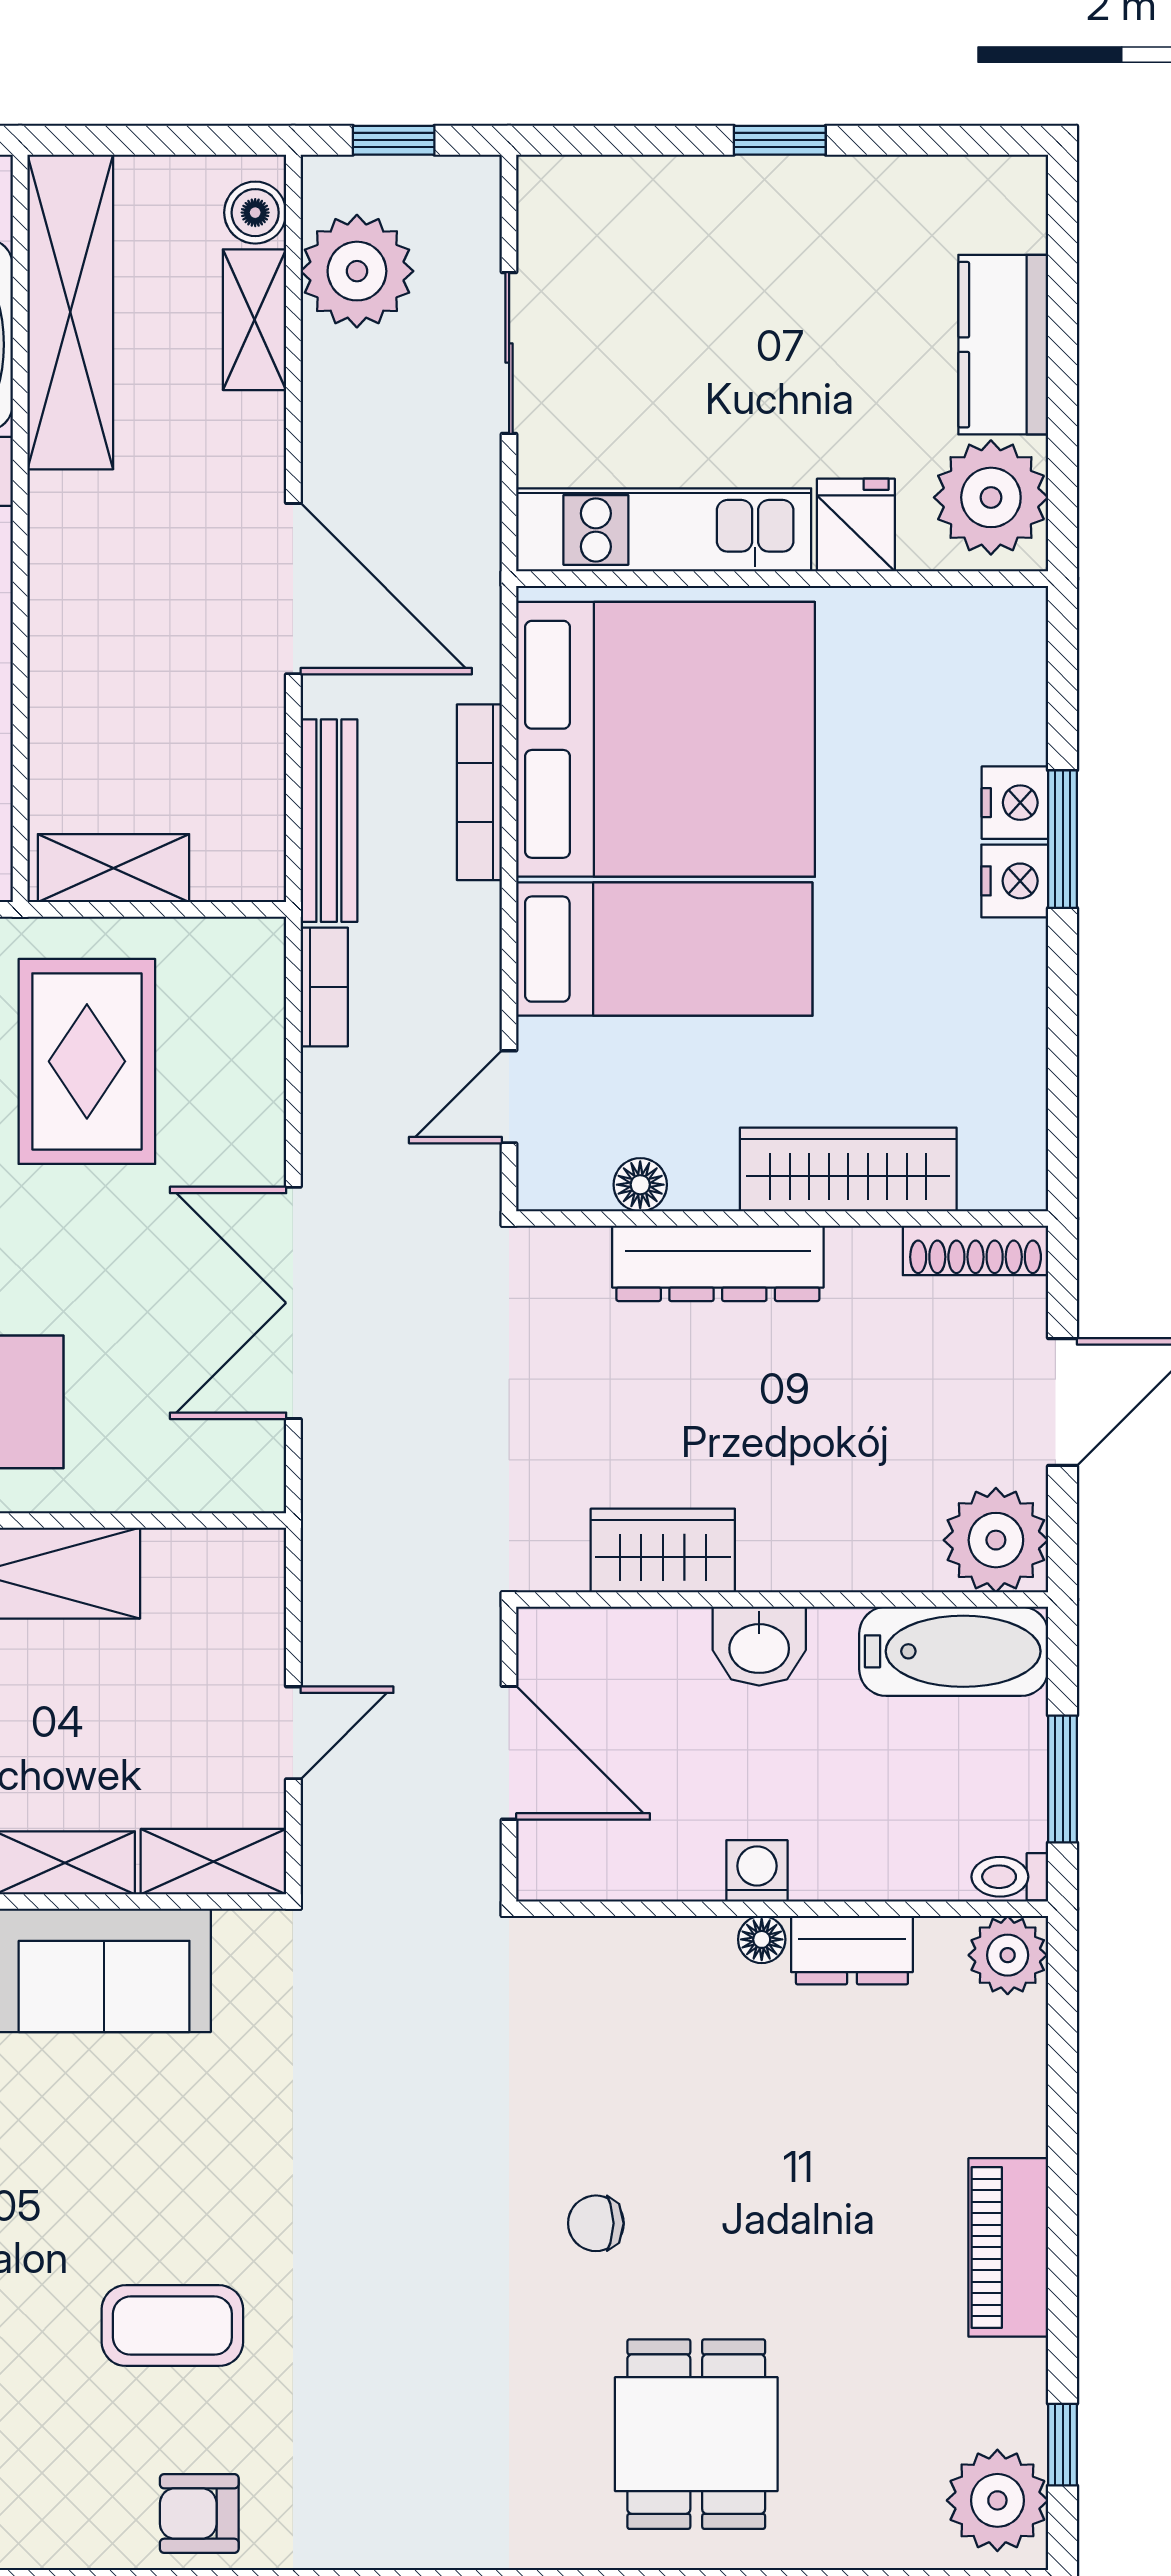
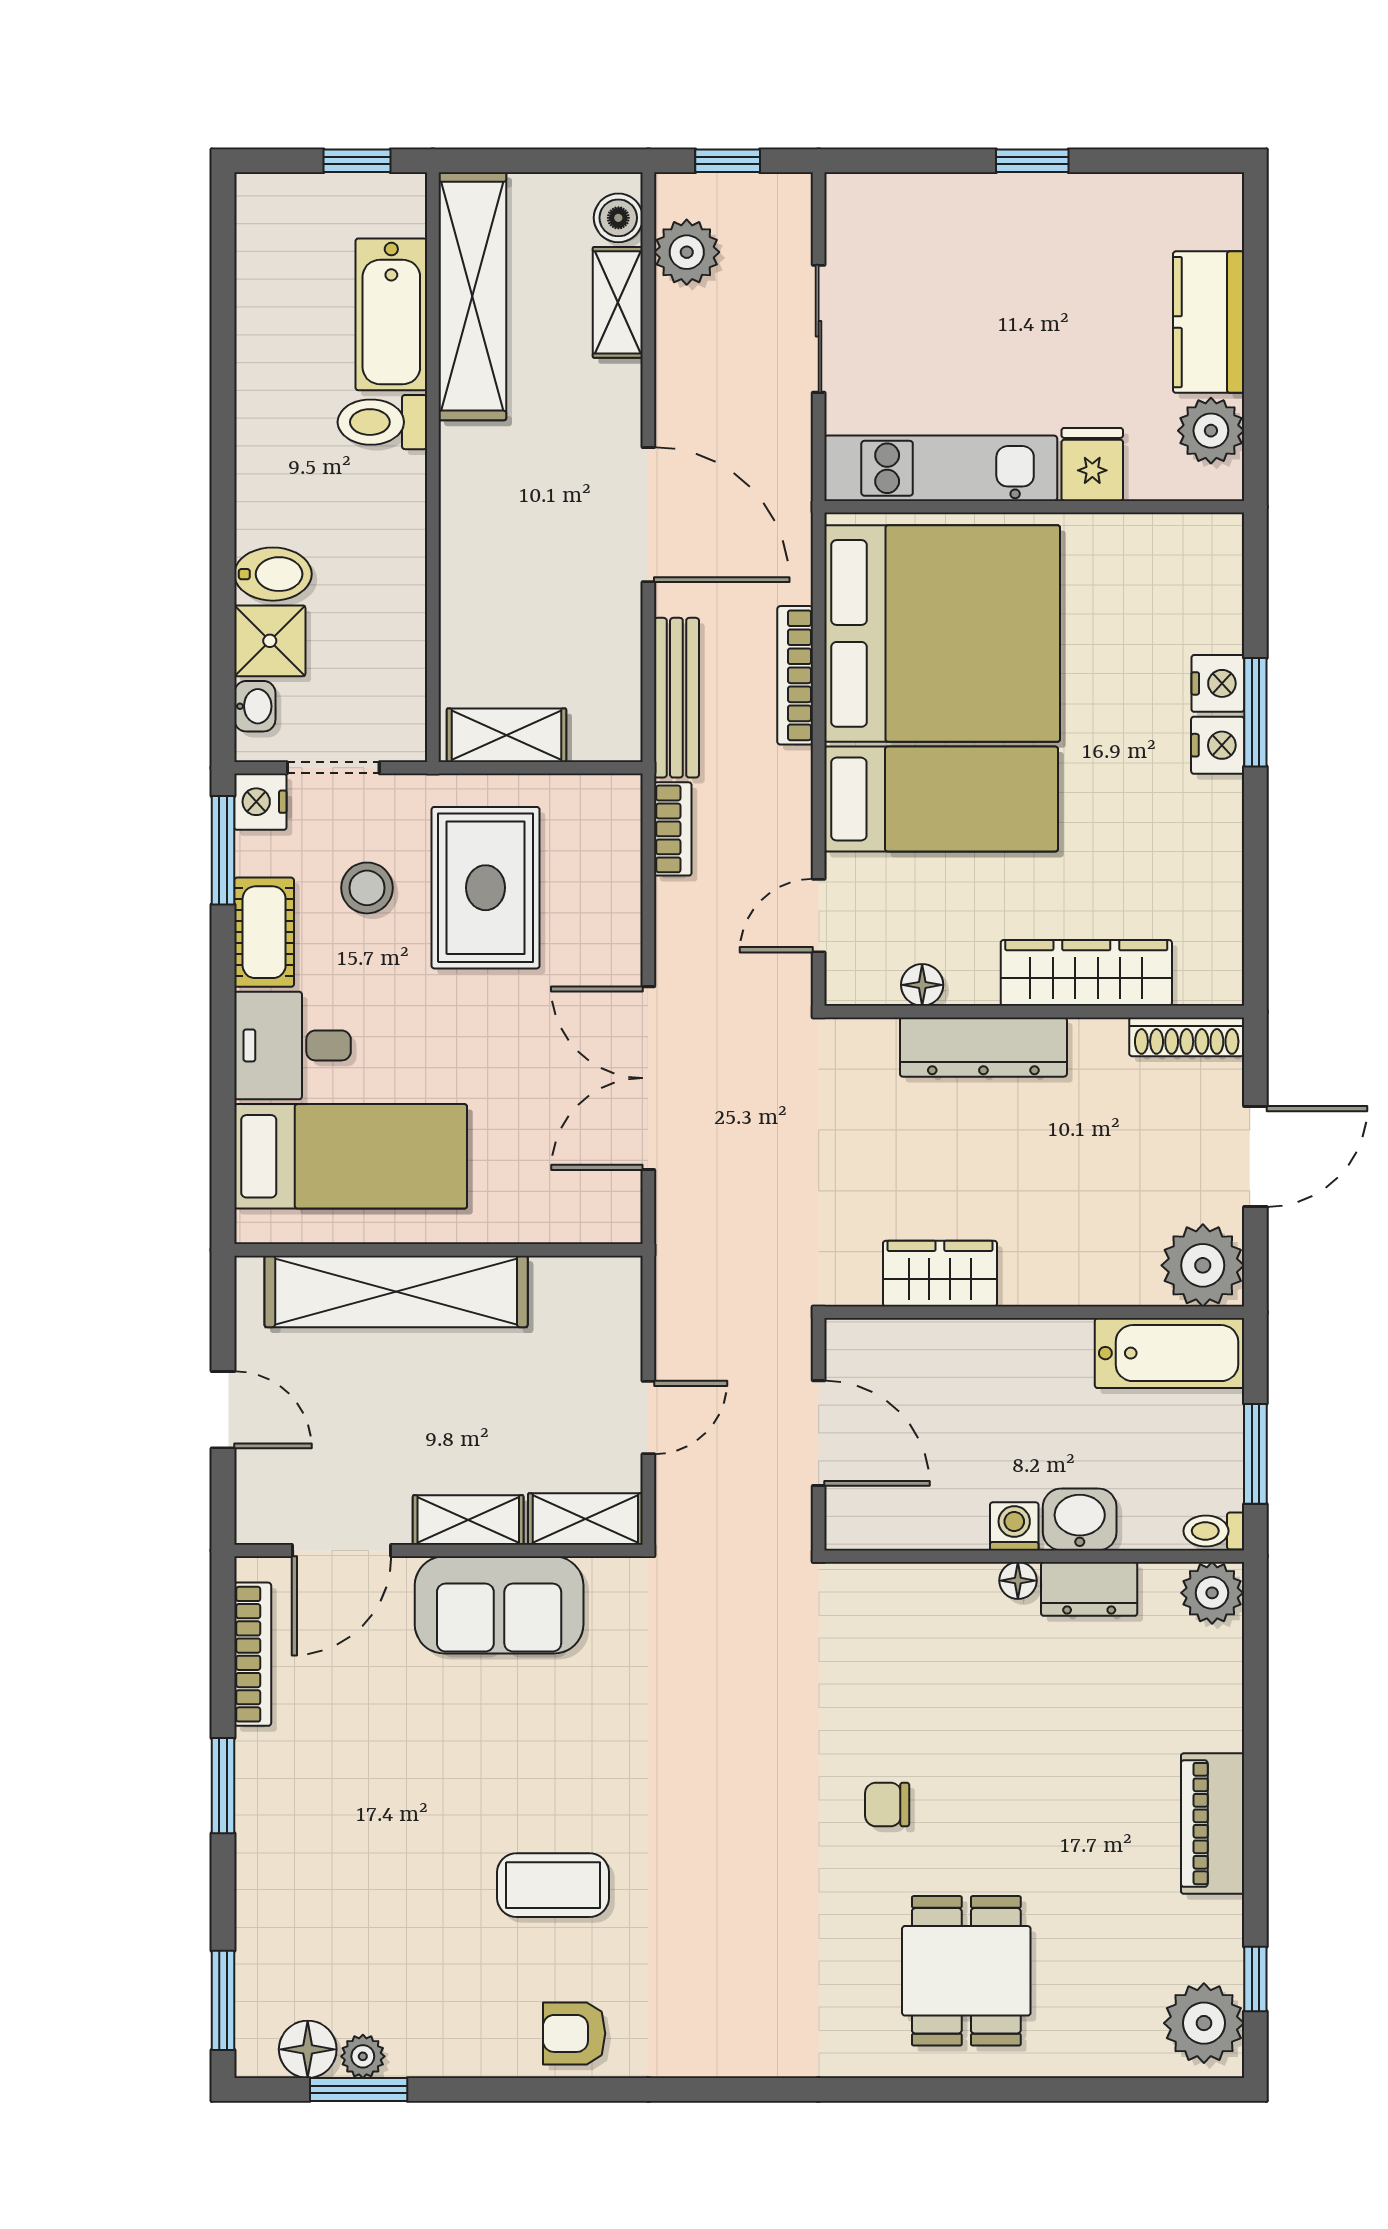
plant: (357, 271) -> (687, 252), width x0.73, depth x0.73
plant: (991, 497) -> (1211, 431), width x0.73, depth x0.73
washbasin: (759, 1646) -> (1080, 1519), moved, turned 180

